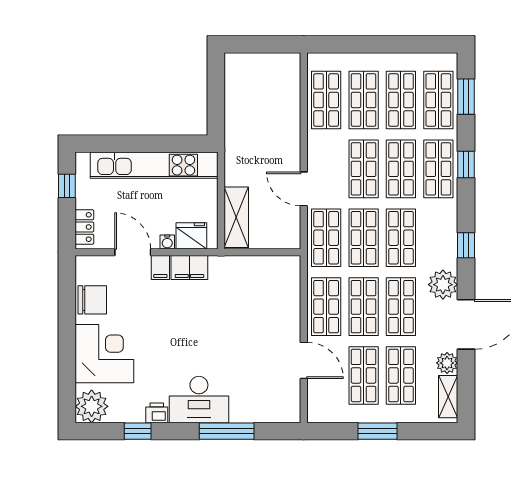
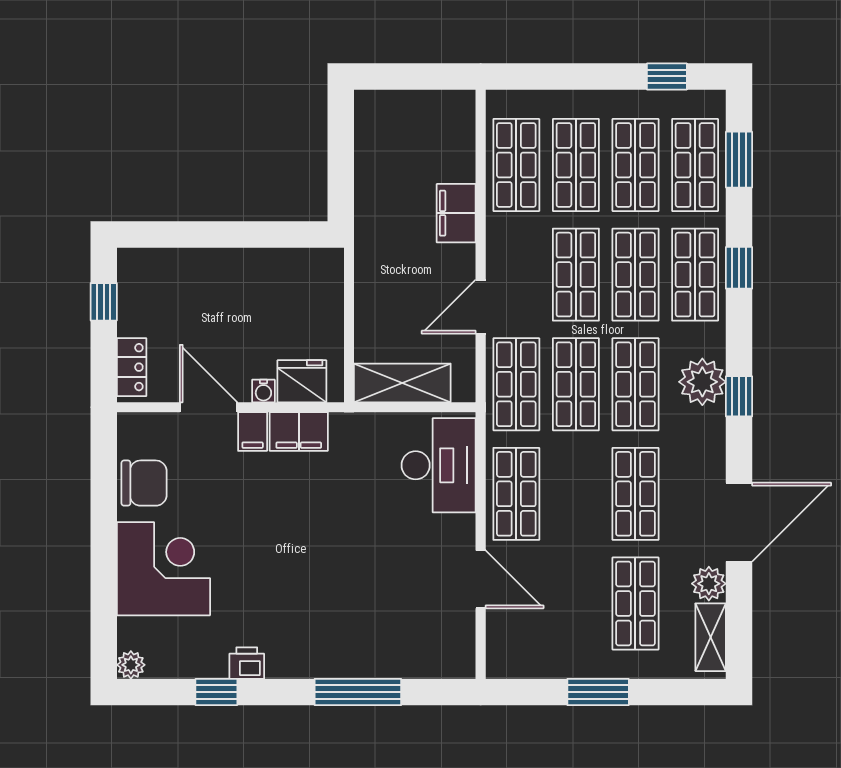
window: (421, 44) -> (667, 76), added
filing cabinet: (288, 130) -> (456, 213), added
kitchen unit: (154, 165) -> (242, 269), removed
door: (304, 189) -> (481, 307), hinge flipped
shelving: (236, 217) -> (402, 383), moved, turned 90
plant: (443, 285) -> (702, 382), moved
shop shelf: (364, 307) -> (576, 494), removed
shop shelf: (364, 375) -> (576, 603), removed
desk: (199, 400) -> (439, 465), moved, turned -90
plant: (92, 406) -> (131, 665), width x0.53, depth x0.53

